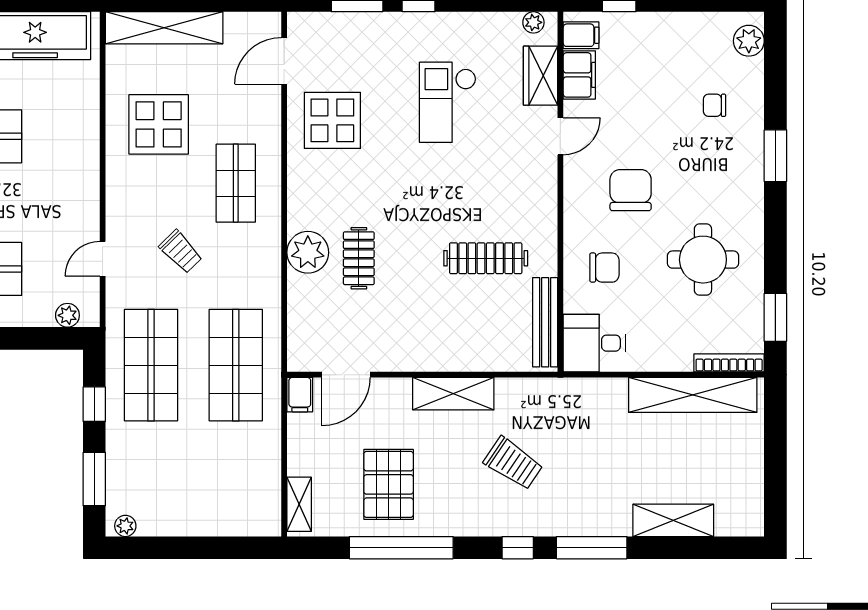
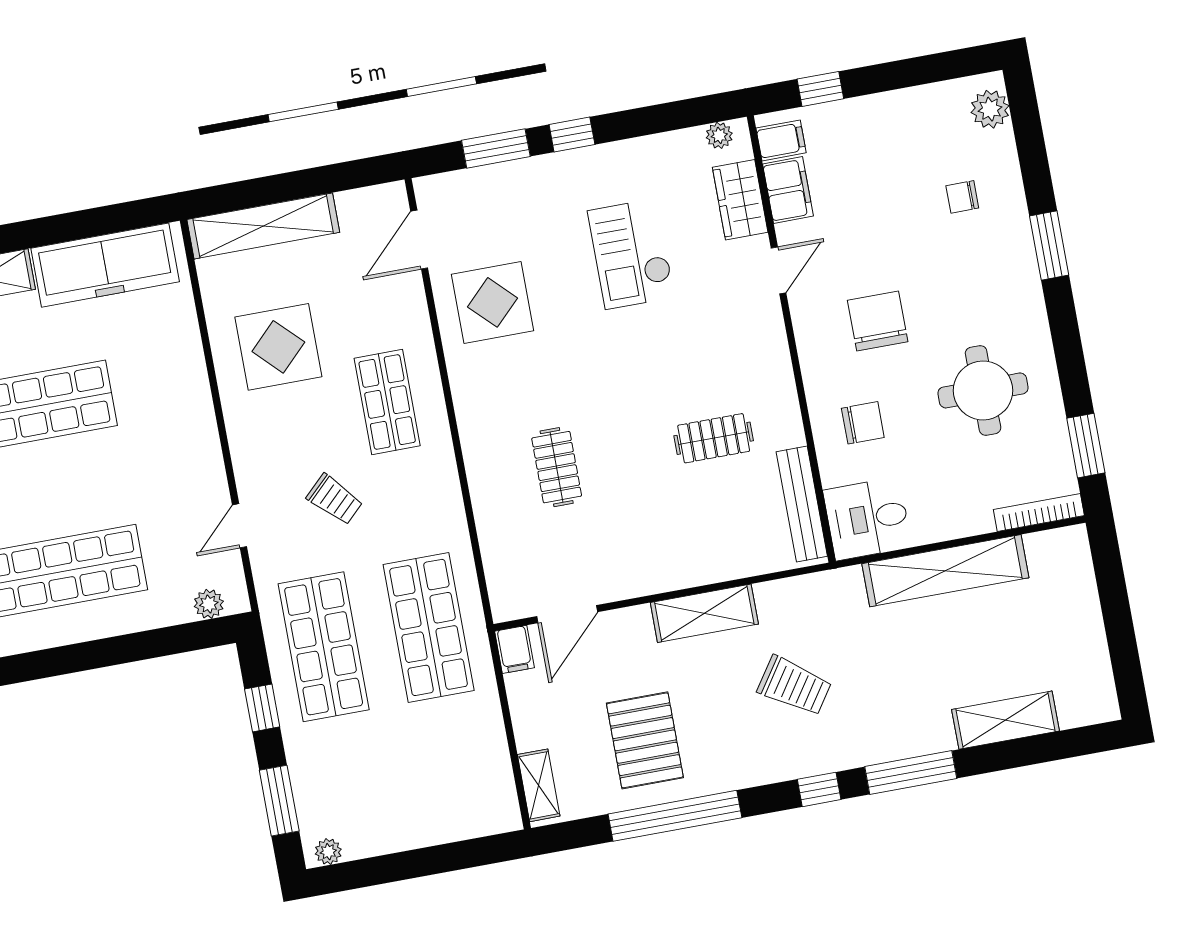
plant: (308, 252) -> (492, 471), removed
clothes rail: (486, 258) -> (714, 438), width x0.73
shelving: (693, 395) -> (945, 571), moved

